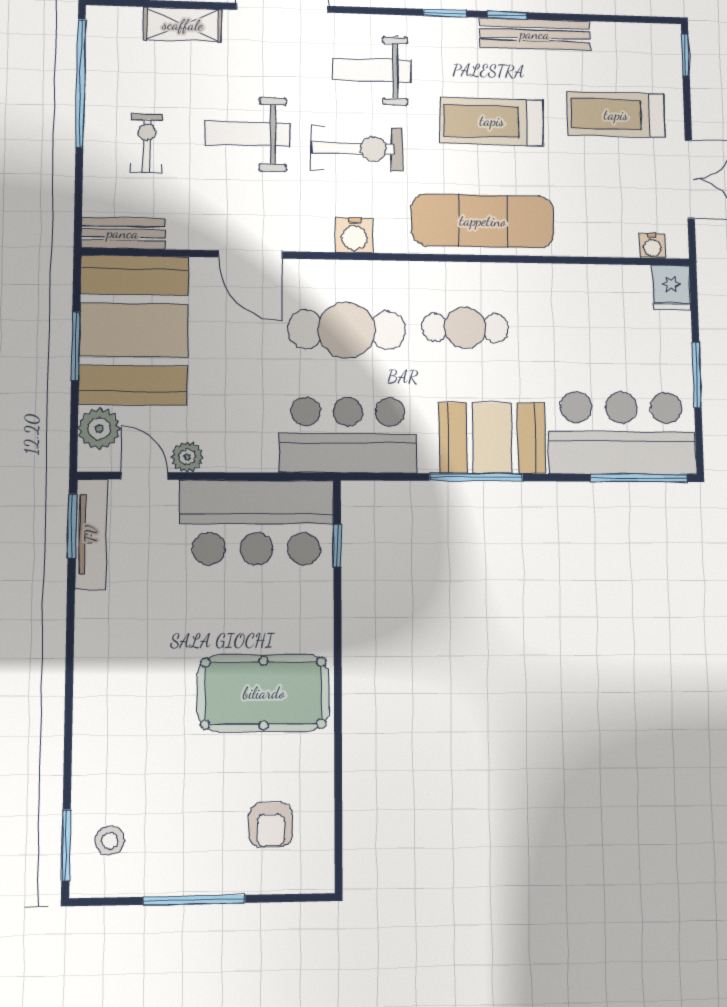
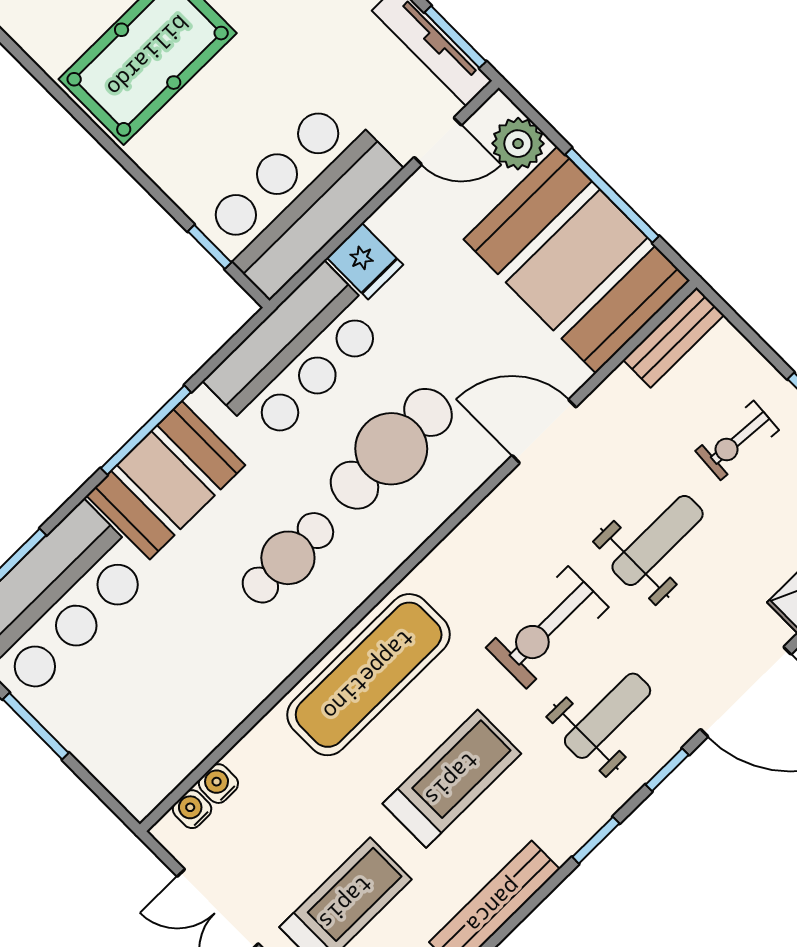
window: (507, 15) -> (667, 770), moved
exercise bike: (147, 143) -> (737, 440), turned 94
water cooler: (354, 235) -> (218, 784), moved, width x0.72, depth x0.72
fridge: (671, 288) -> (365, 261), moved, turned 180
window: (76, 346) -> (612, 195), width x1.44
plant: (187, 457) -> (417, 195), removed

